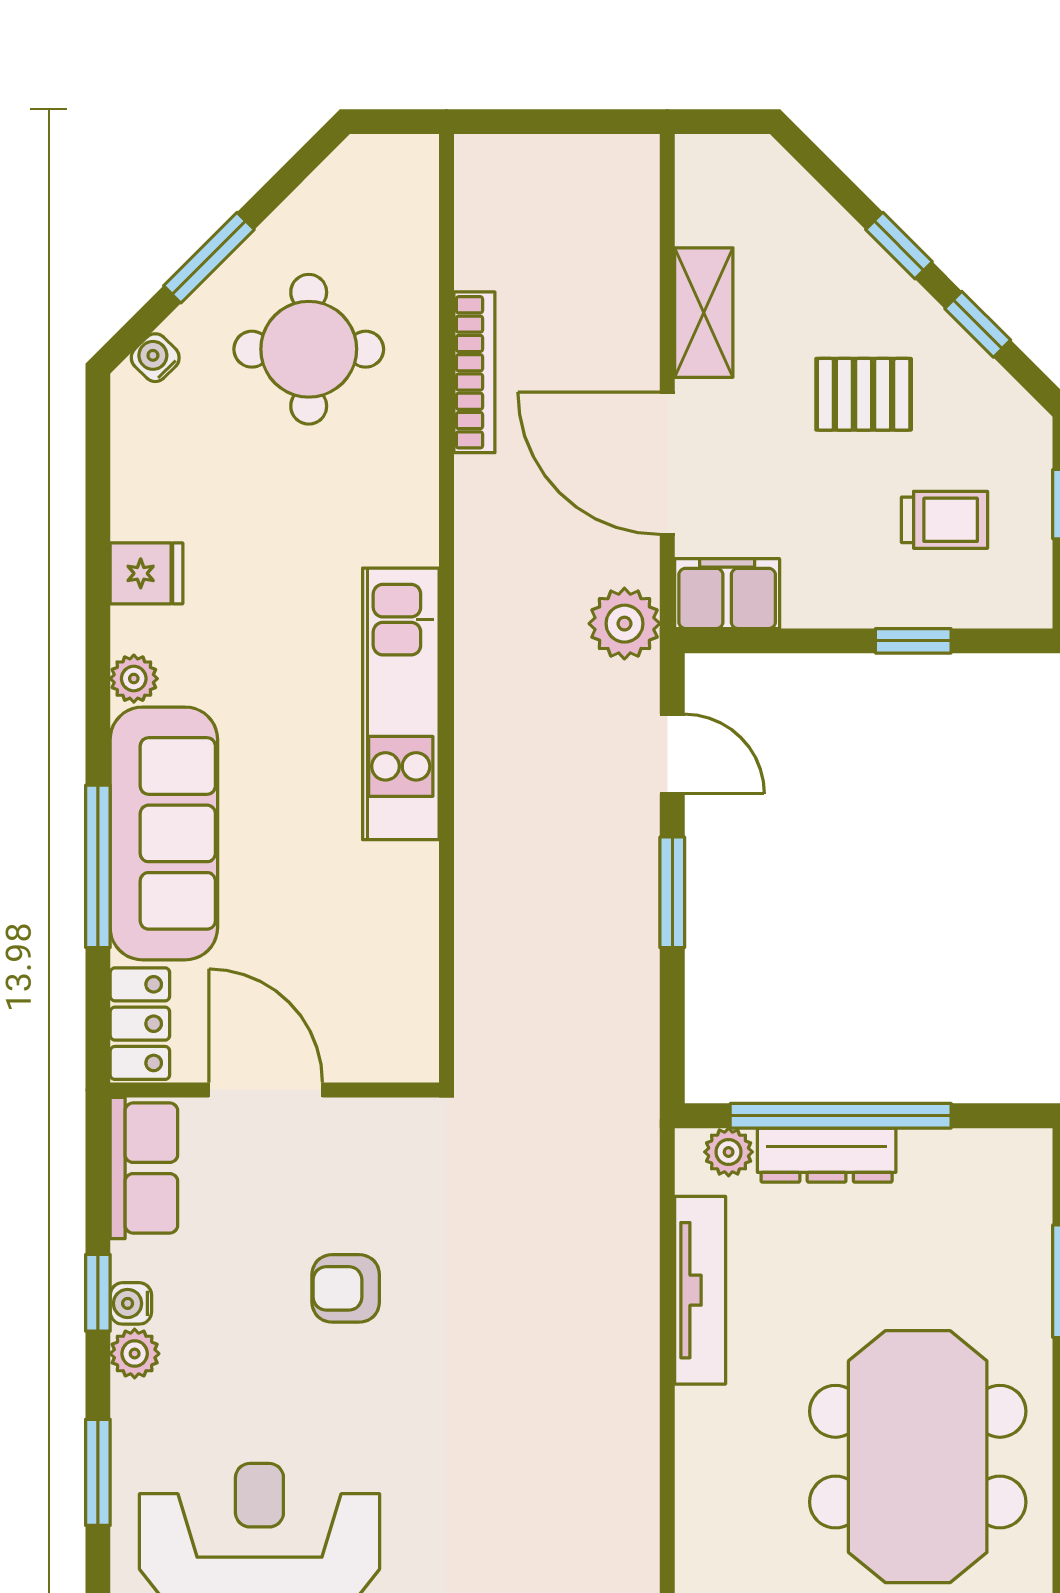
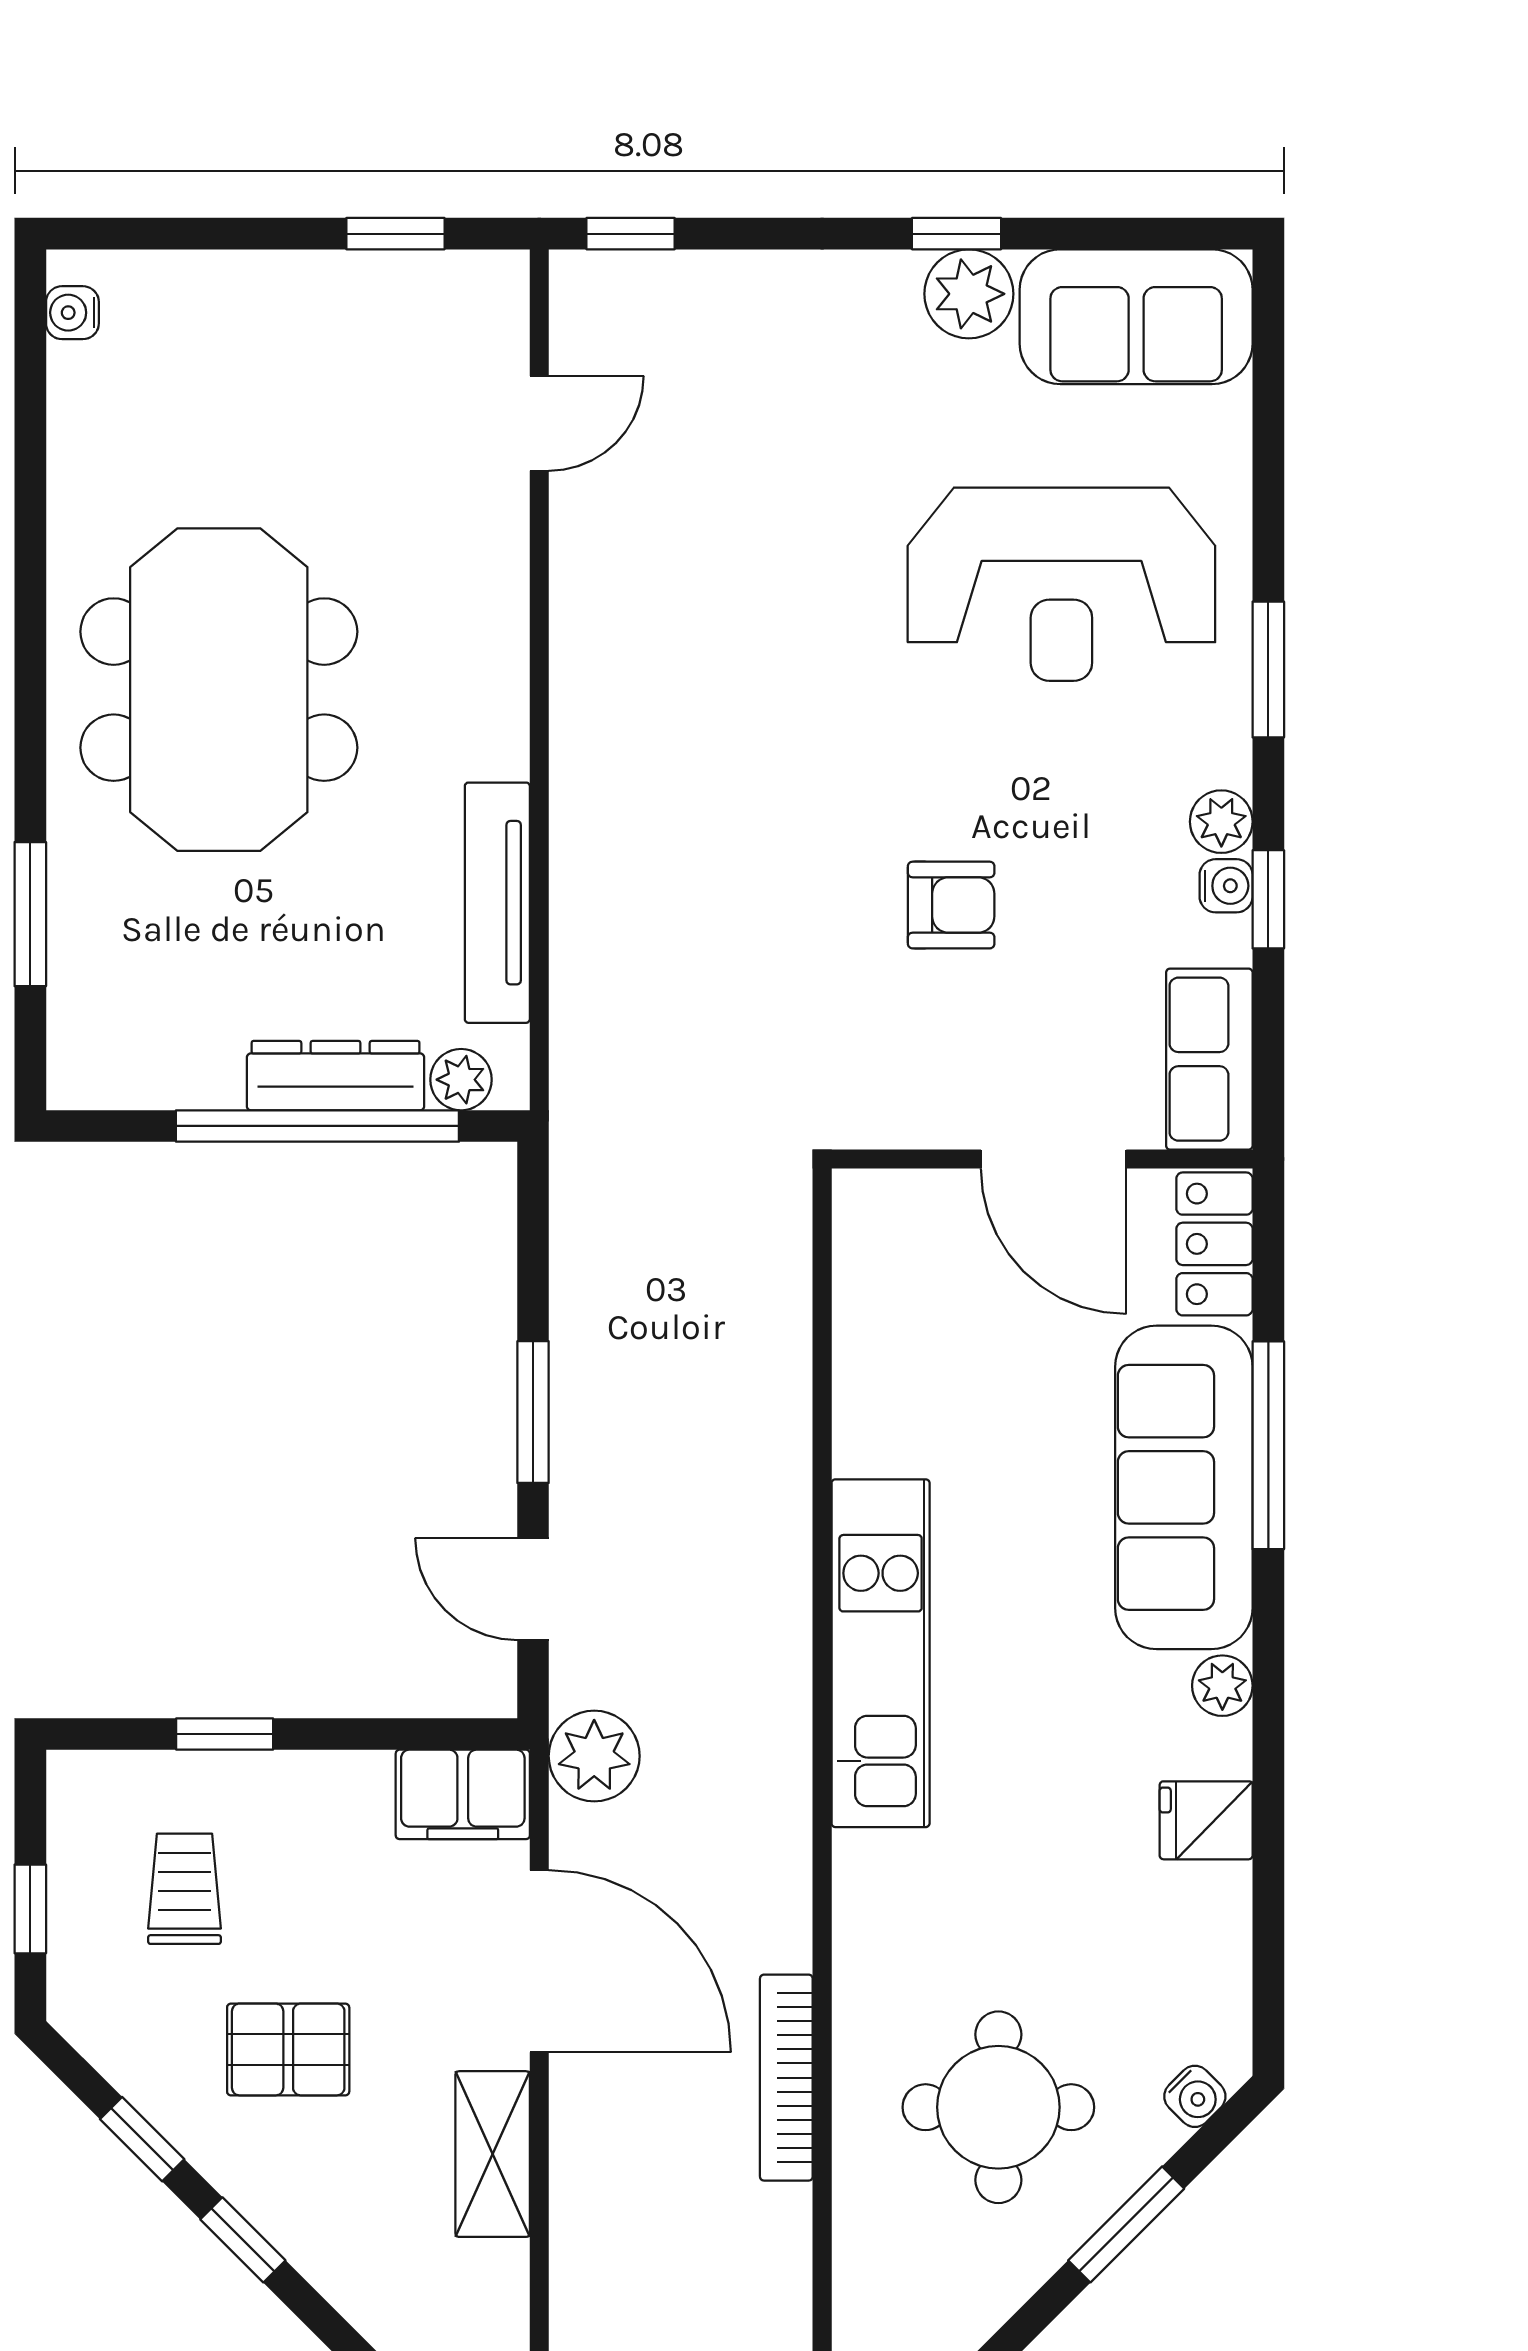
trolley: (945, 520) -> (184, 1889), turned 90

